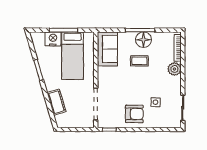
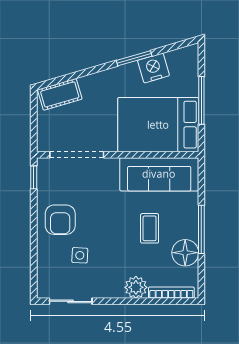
nightstand: (53, 39) -> (153, 68), moved, turned -106
floor lamp: (143, 40) -> (185, 253), moved
sofa: (107, 49) -> (159, 174), width x1.36
bed: (73, 56) -> (158, 125), width x1.50
cot: (56, 102) -> (60, 94), moved

